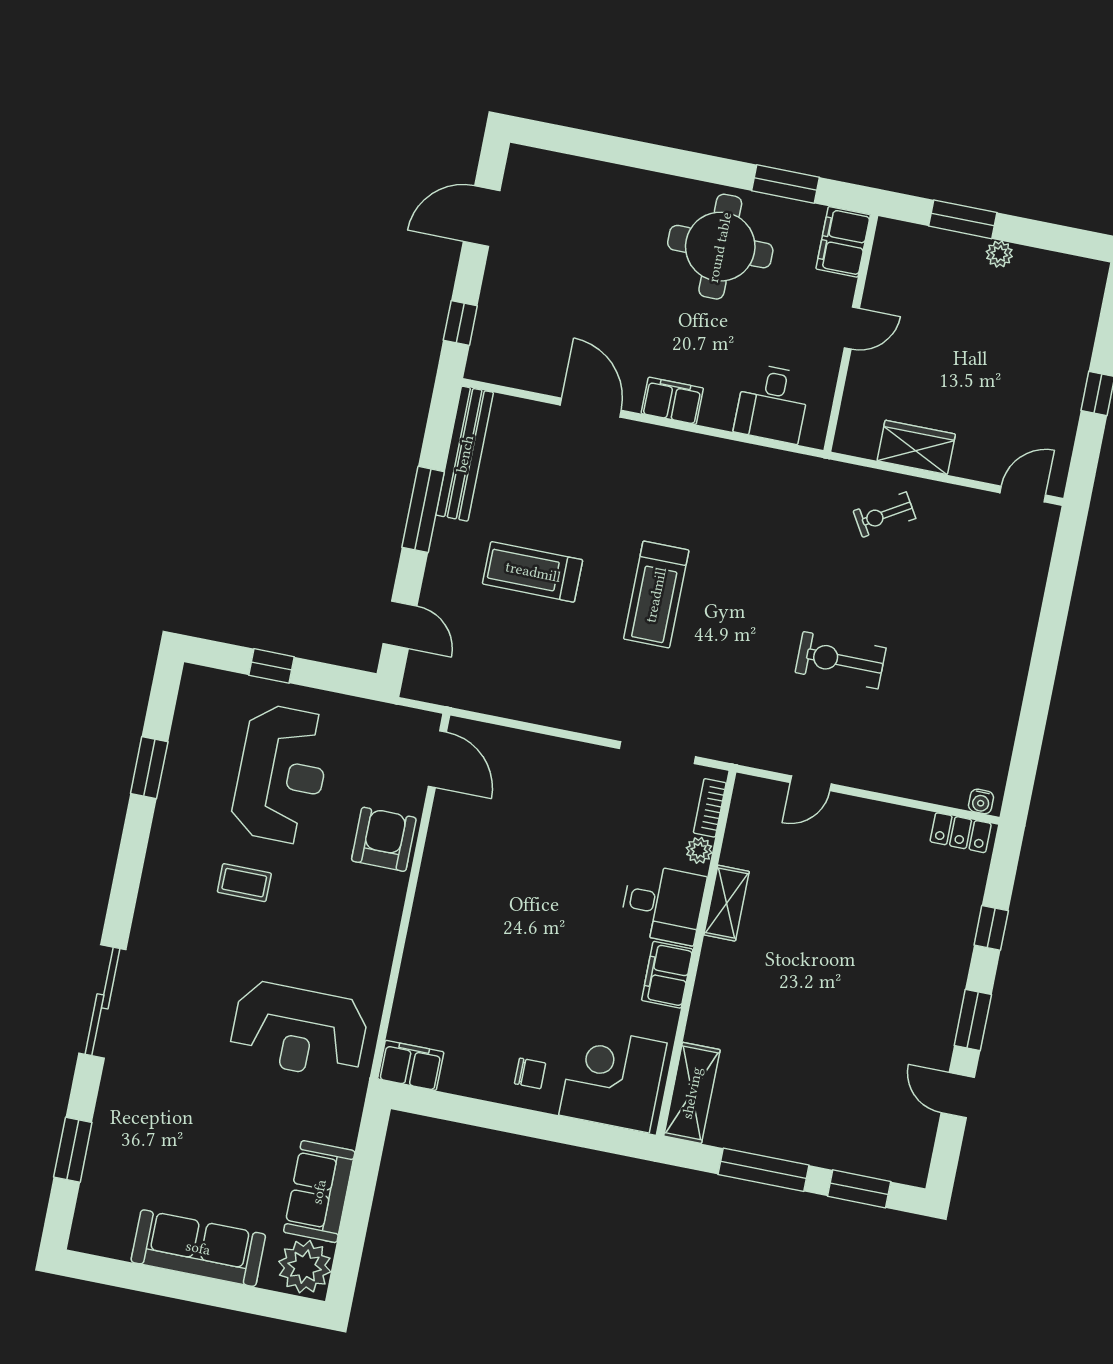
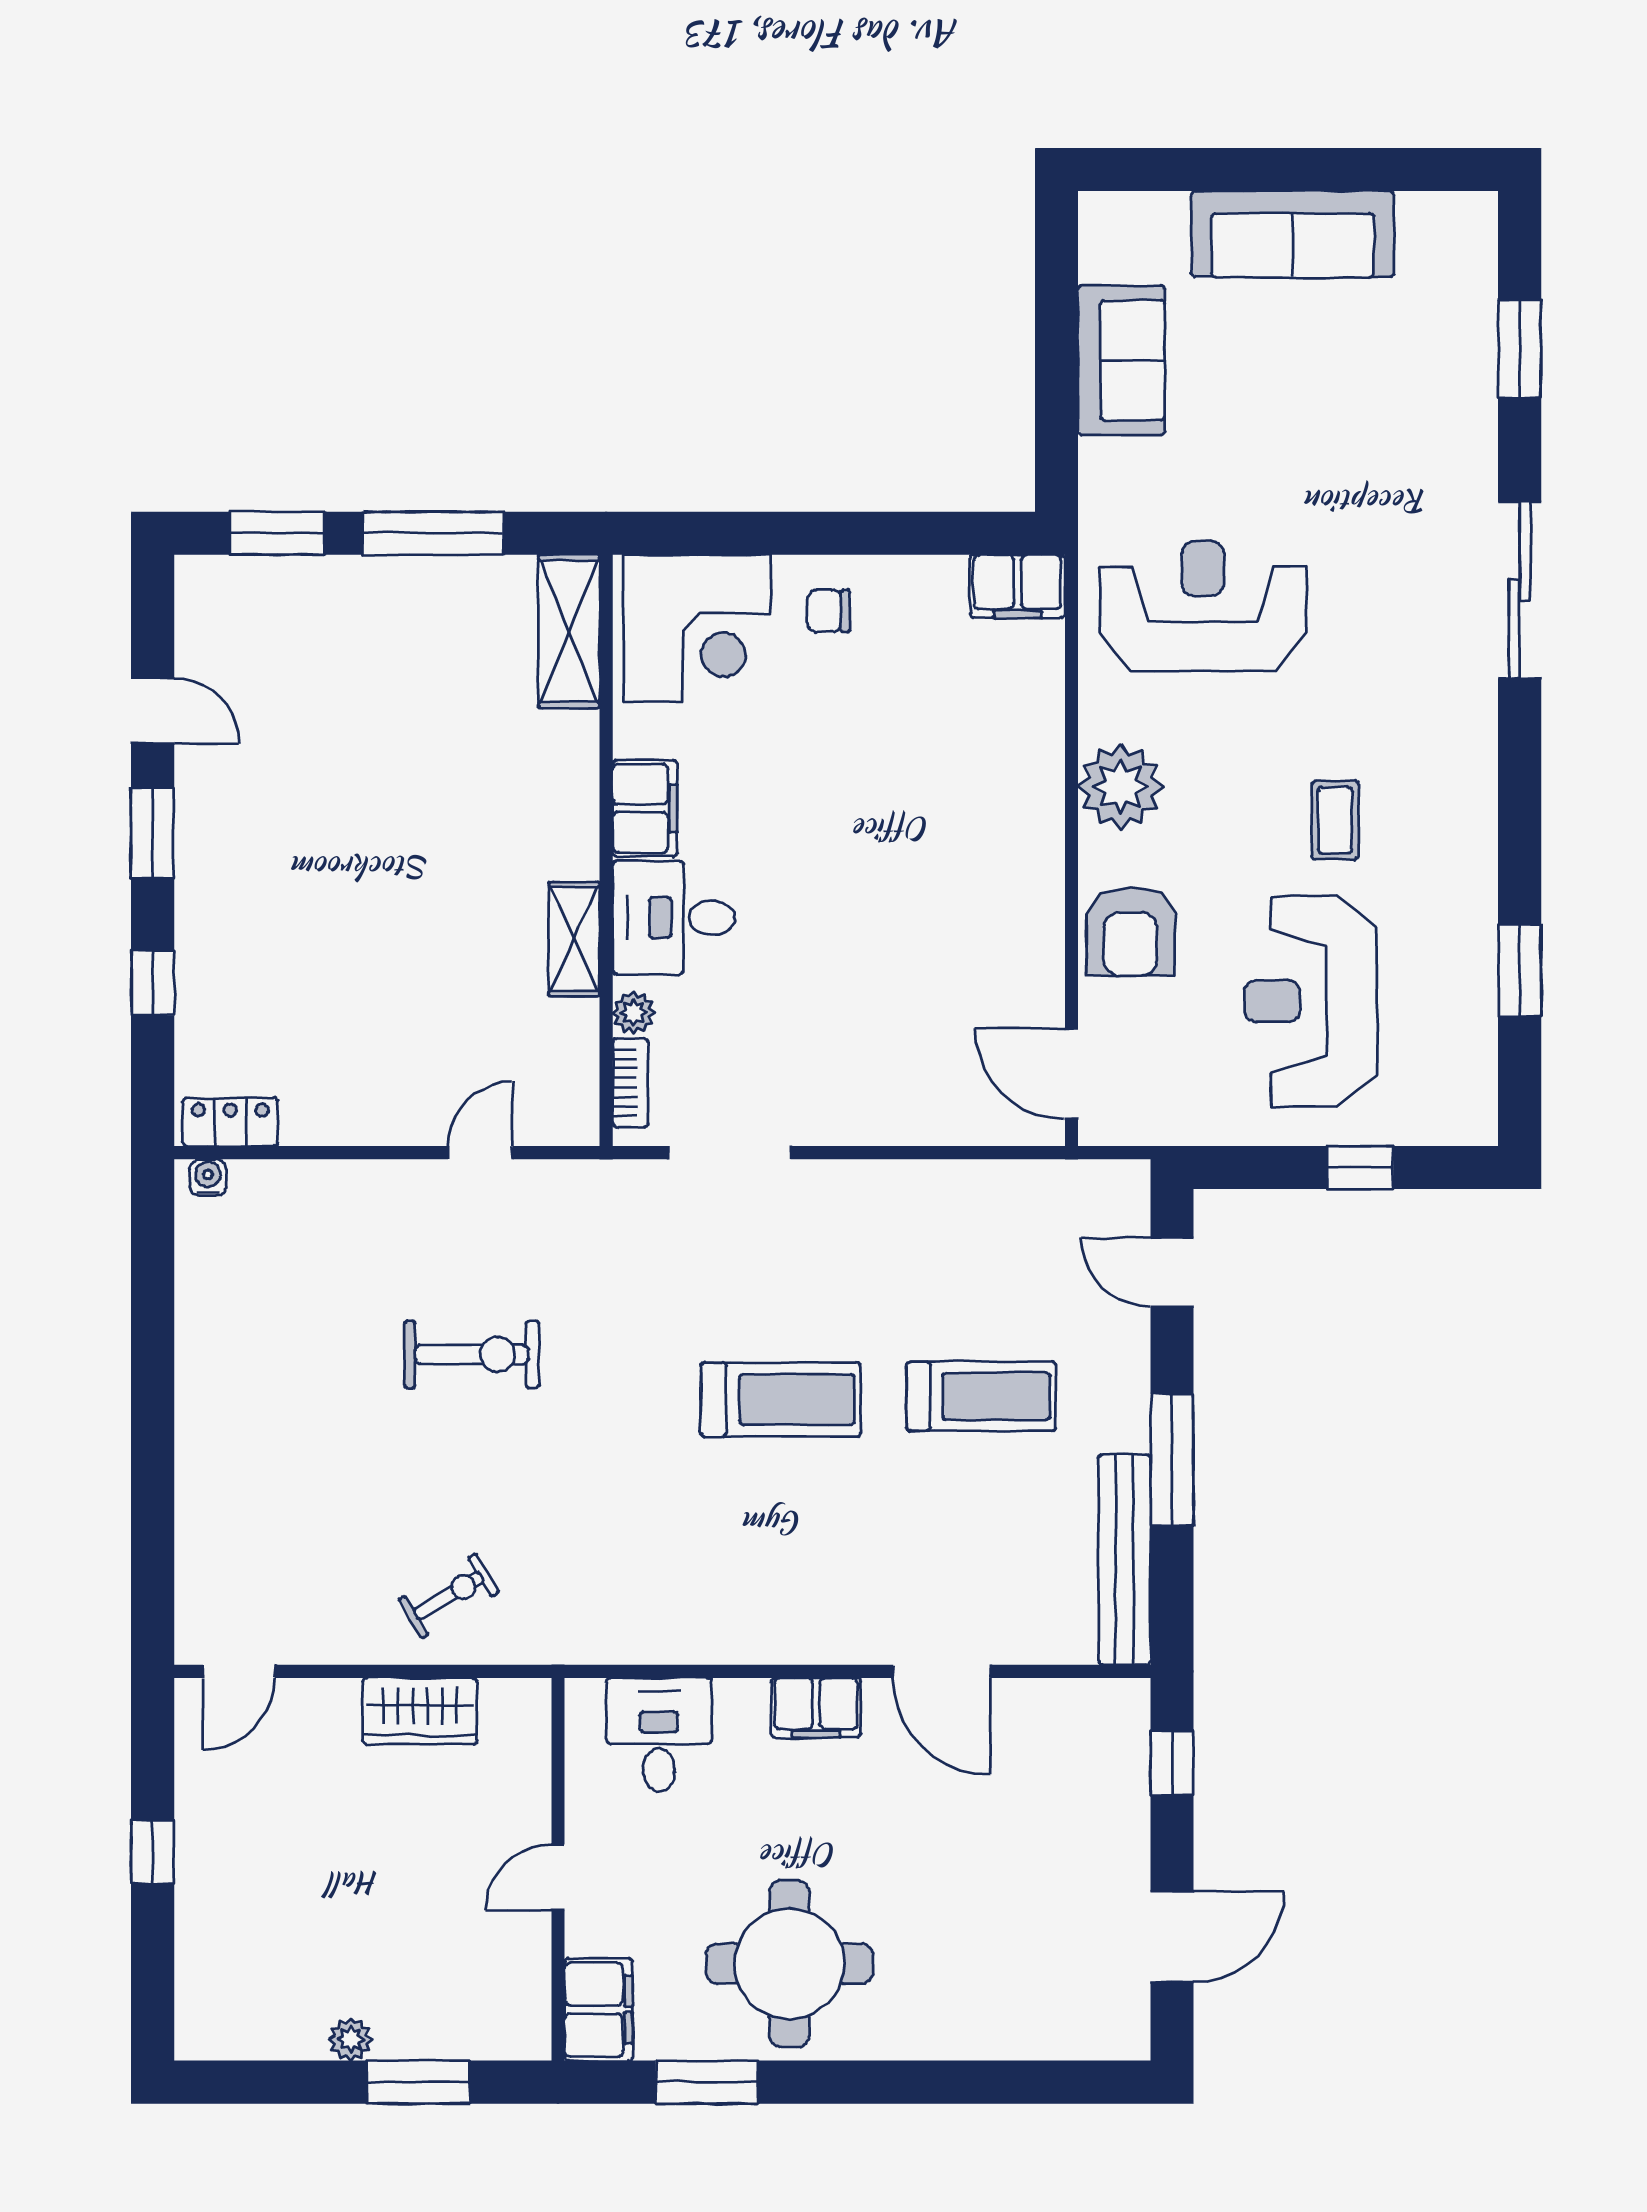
treadmill: (656, 595) -> (781, 1399), turned 90
coffee table: (244, 883) -> (1335, 820), turned 90
plant: (305, 1267) -> (1120, 787), moved

